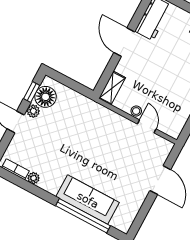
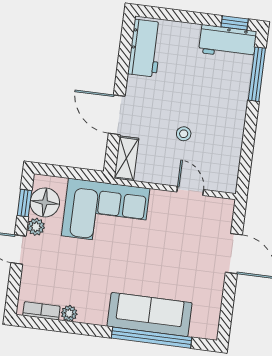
door: (124, 42) -> (117, 115), moved
stool: (136, 111) -> (184, 134), moved
corner sofa: (84, 119) -> (106, 212), added

